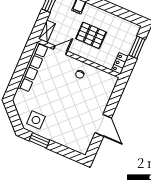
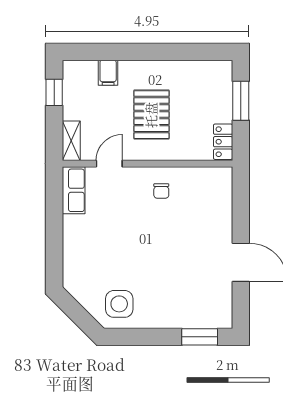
pallet: (91, 35) -> (151, 115), turned 90
row of seats: (33, 67) -> (74, 190), width x0.50
window: (39, 140) -> (200, 337), moved

